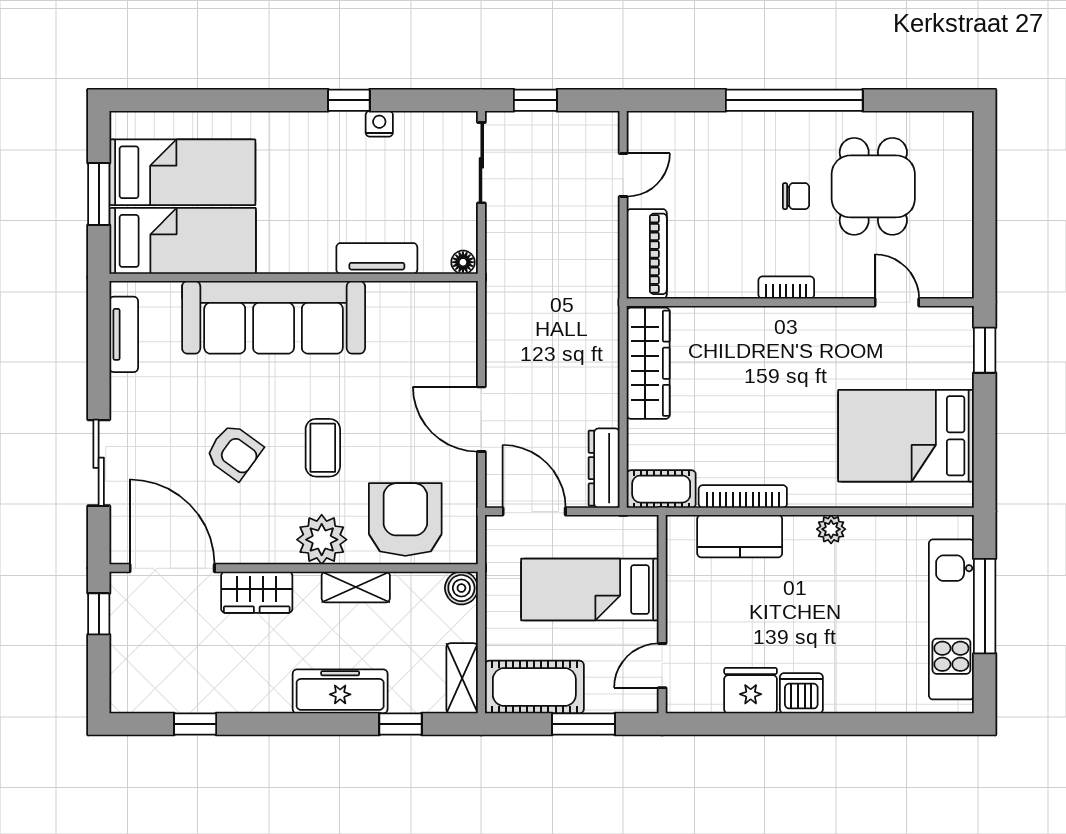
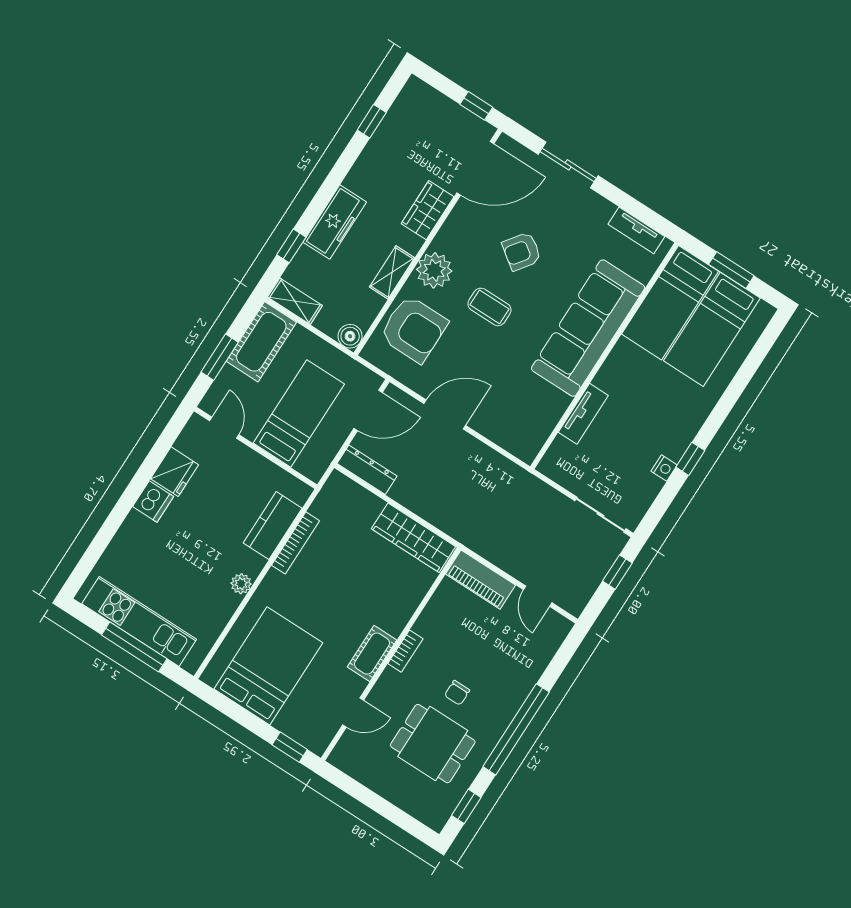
window: (921, 100) -> (466, 806), added
floor lamp: (463, 262) -> (547, 465), removed
cot: (661, 489) -> (372, 654), moved

